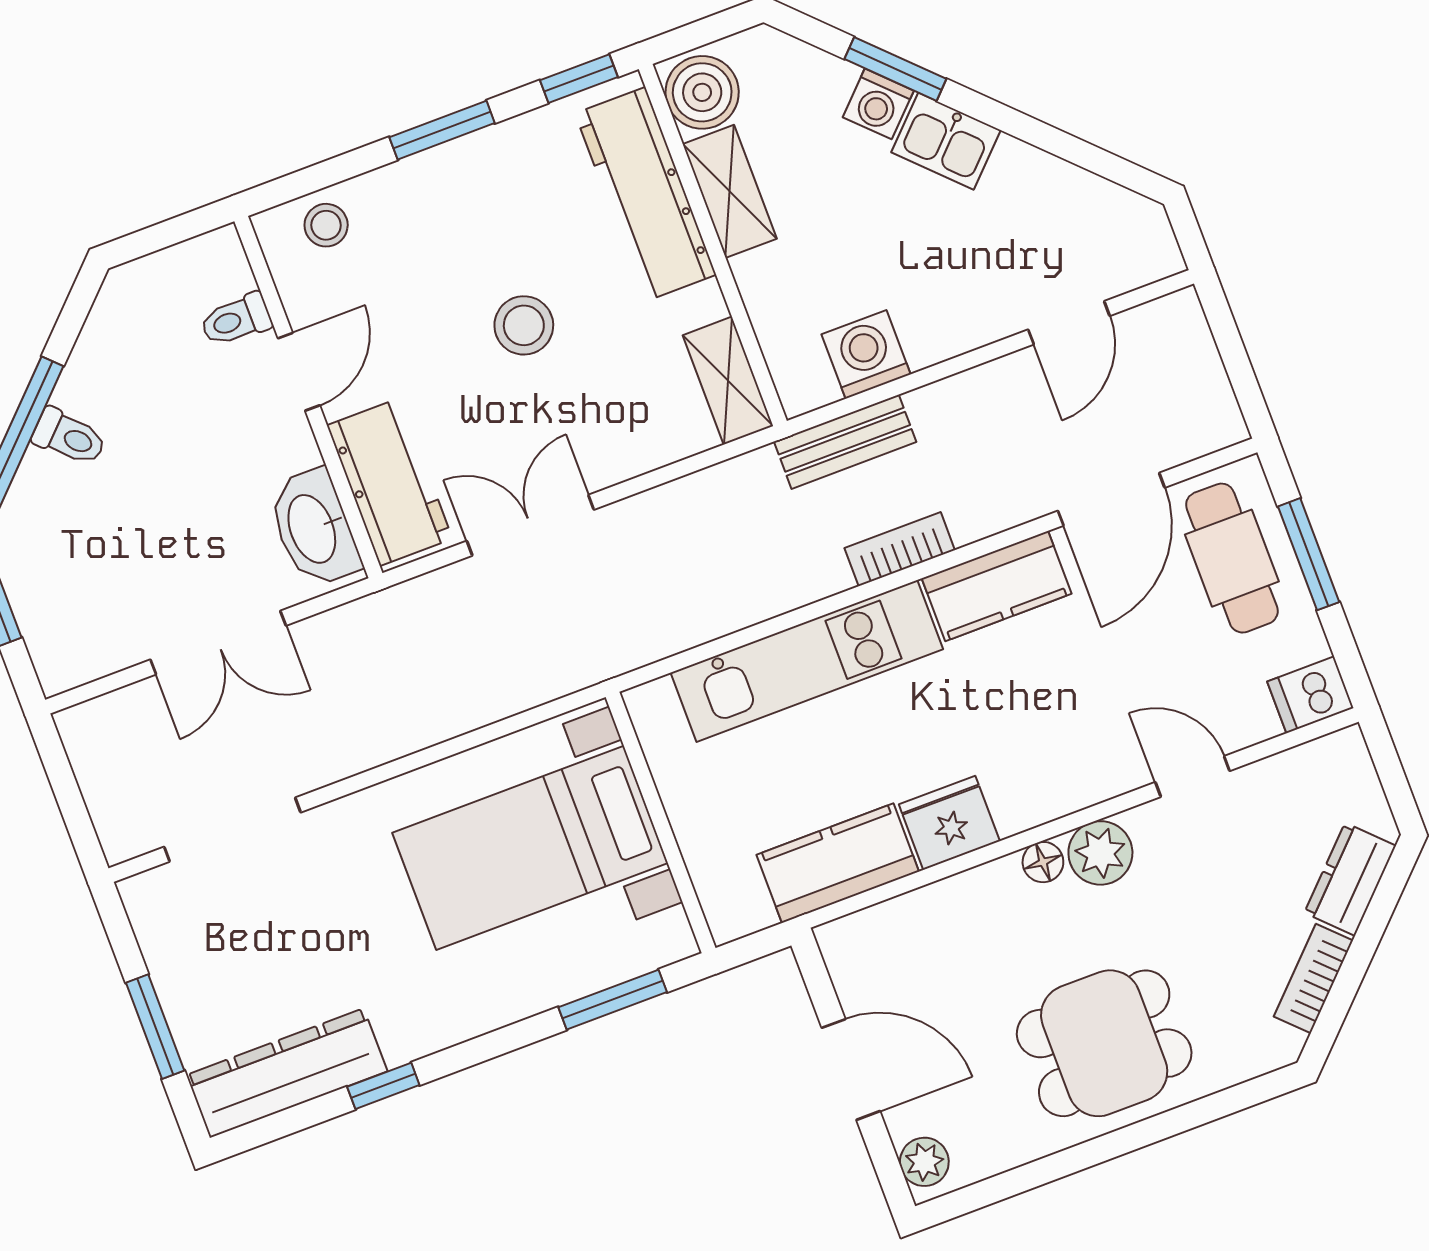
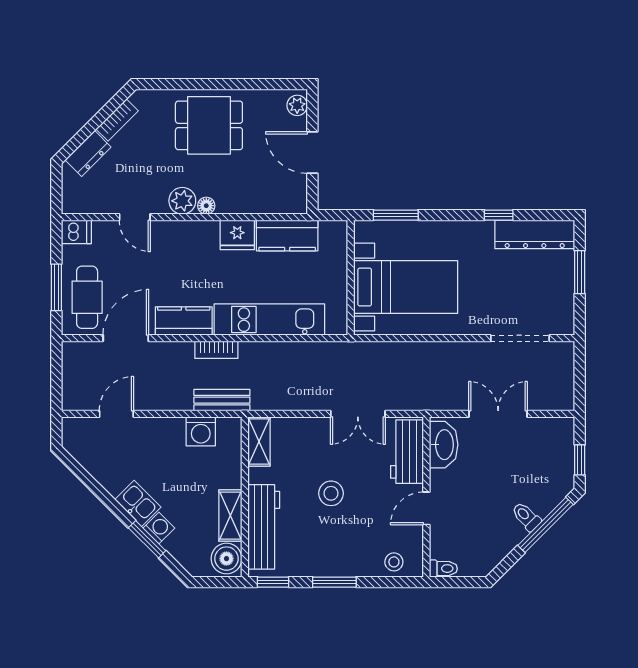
toilet: (236, 320) -> (443, 569), moved

